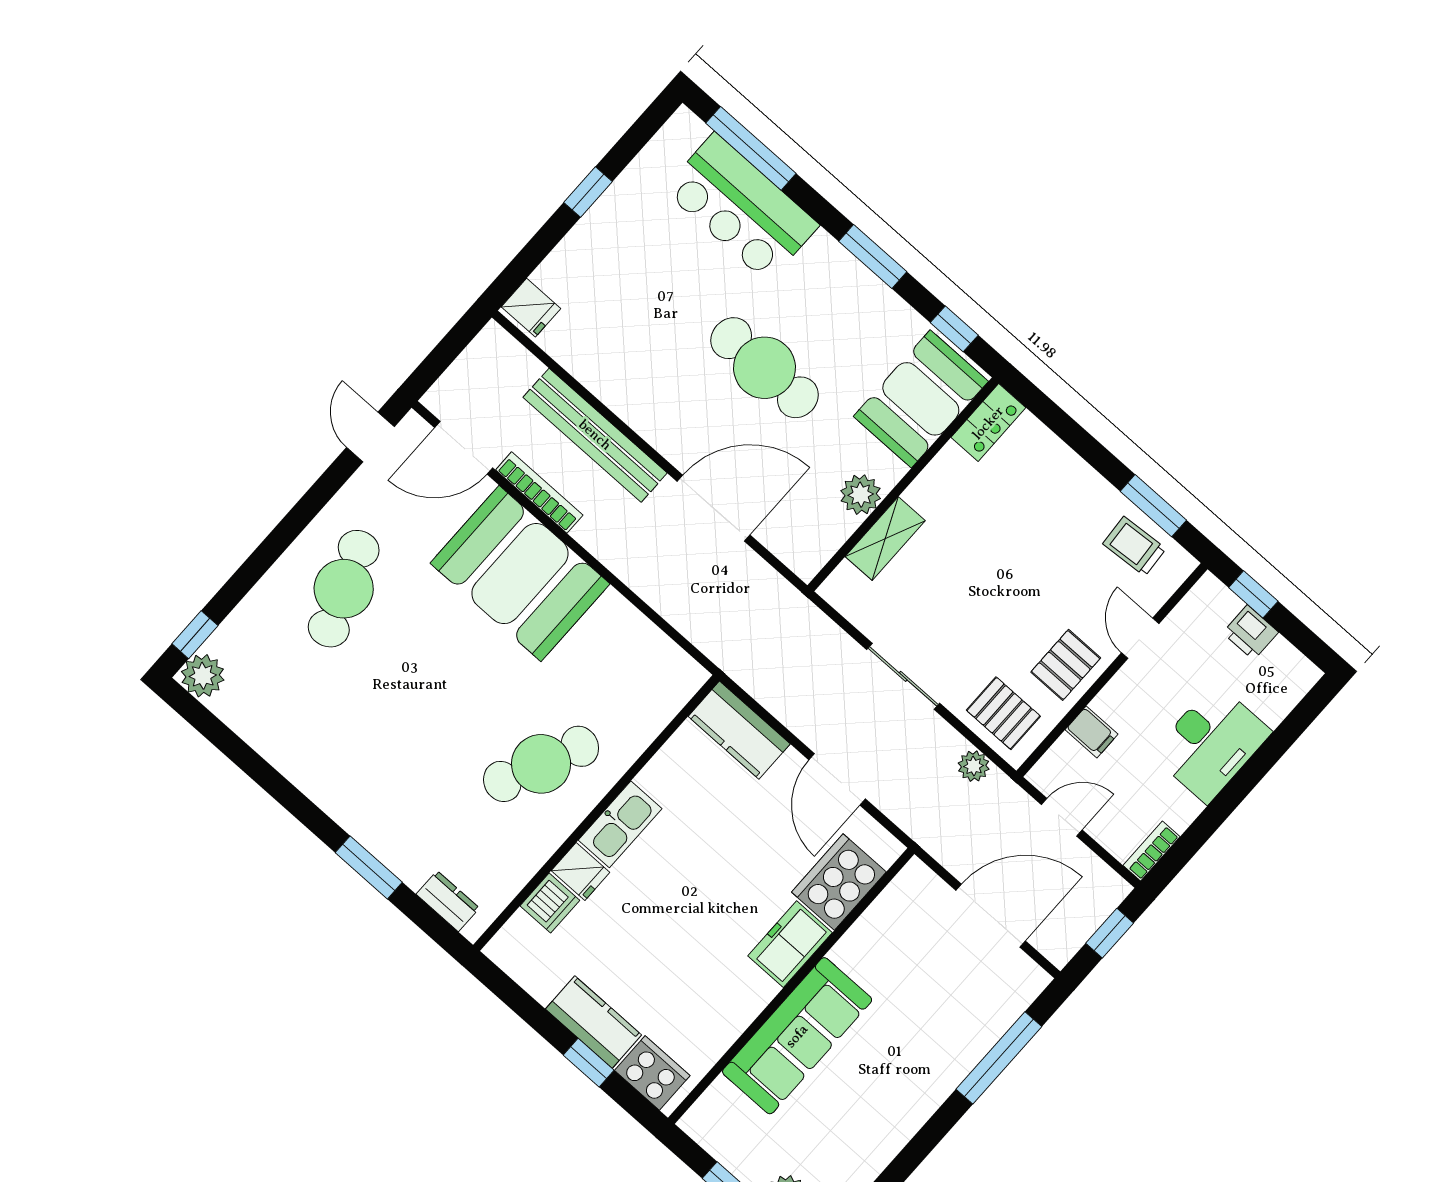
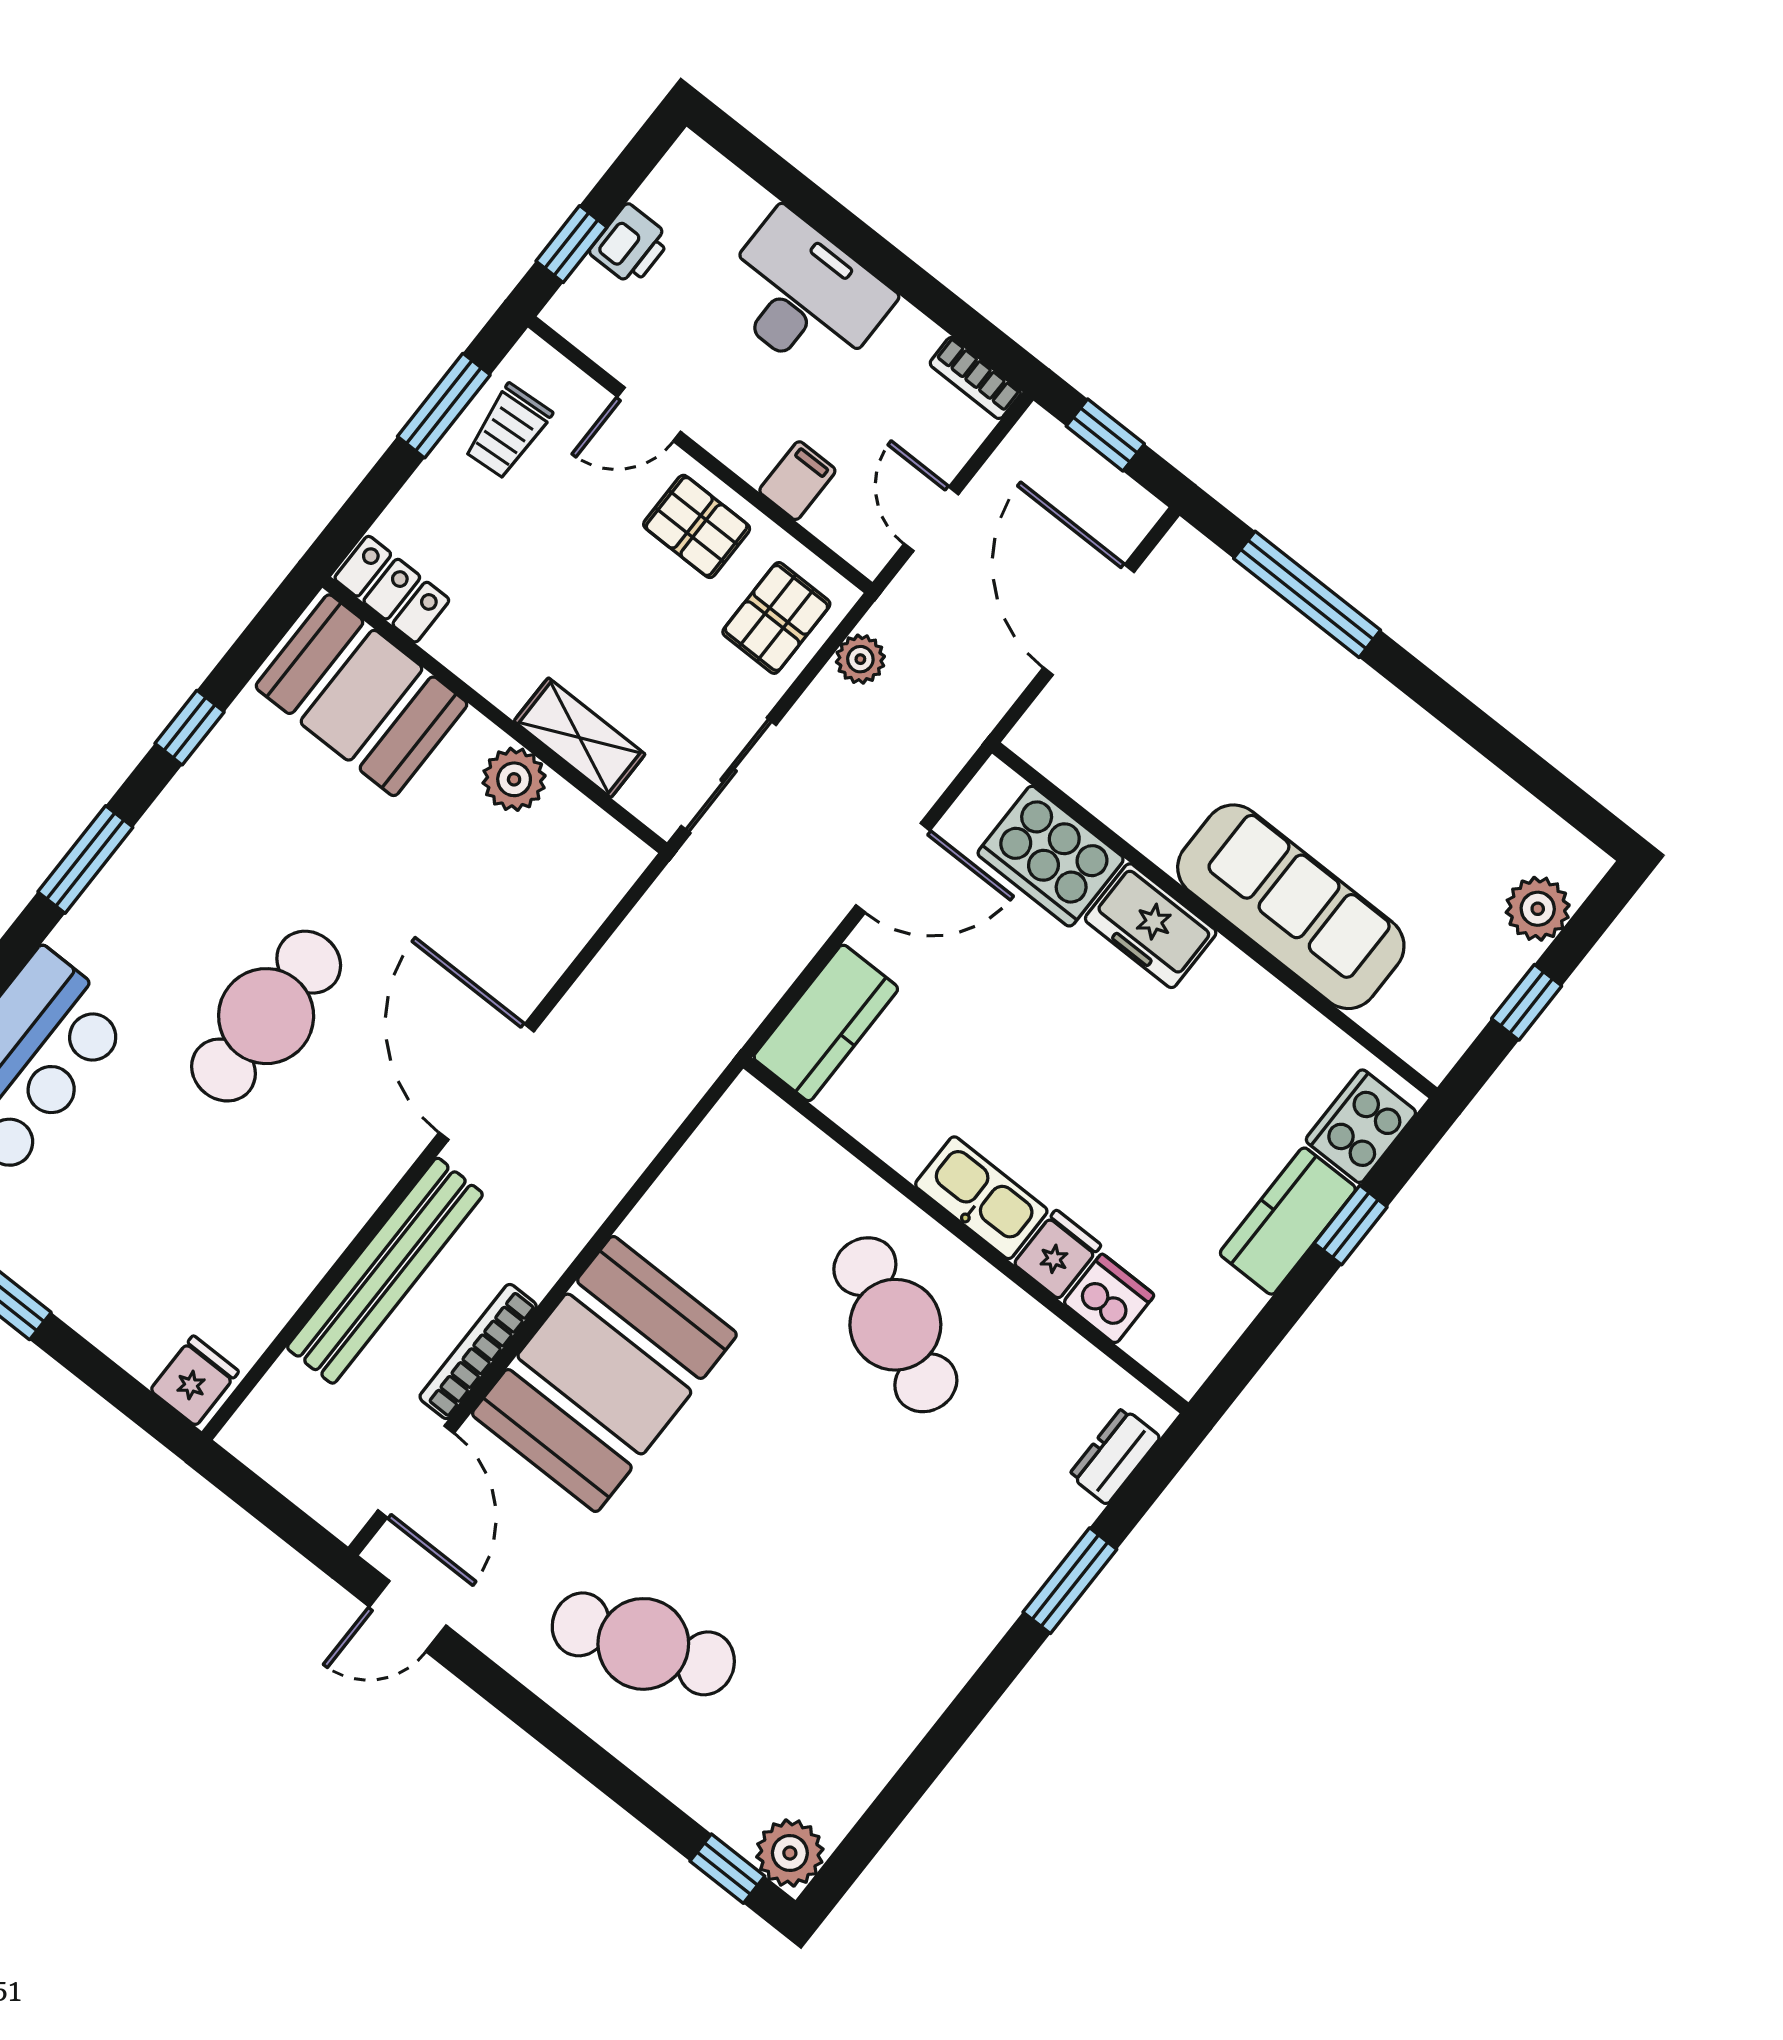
booth: (921, 399) -> (361, 695), moved
locker: (988, 423) -> (392, 589), moved
wall: (903, 484) -> (495, 715), moved
plant: (861, 495) -> (514, 779), moved
shelving: (885, 539) -> (580, 738), moved

